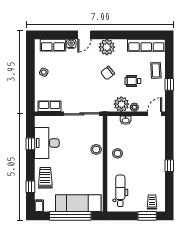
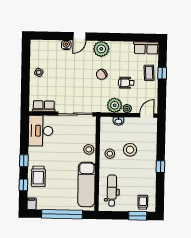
row of seats: (53, 45) -> (48, 46), removed
row of seats: (146, 45) -> (146, 48), width x0.68
window: (169, 84) -> (162, 73), moved
desk: (47, 143) -> (41, 131), moved
window: (30, 144) -> (24, 161), moved
stool: (138, 149) -> (130, 150), added
trolley: (45, 178) -> (38, 176), turned 180
exam couch: (78, 203) -> (87, 184), moved, turned -90

